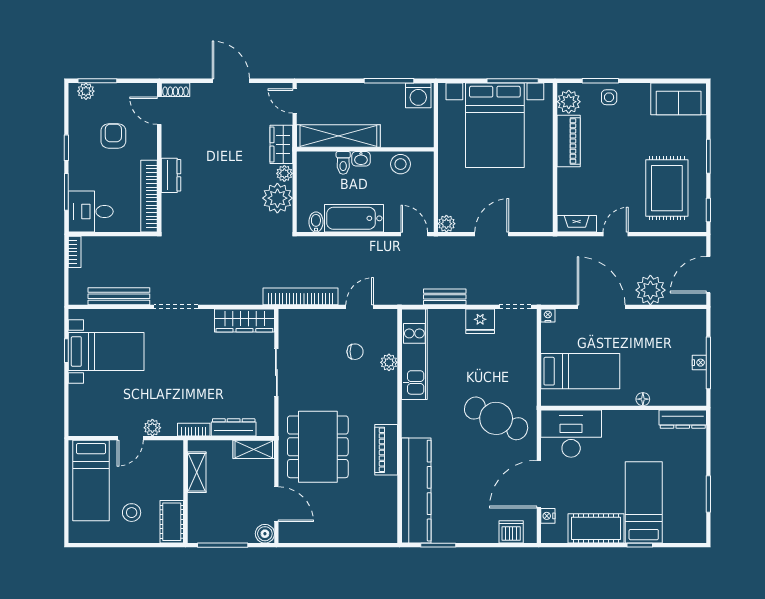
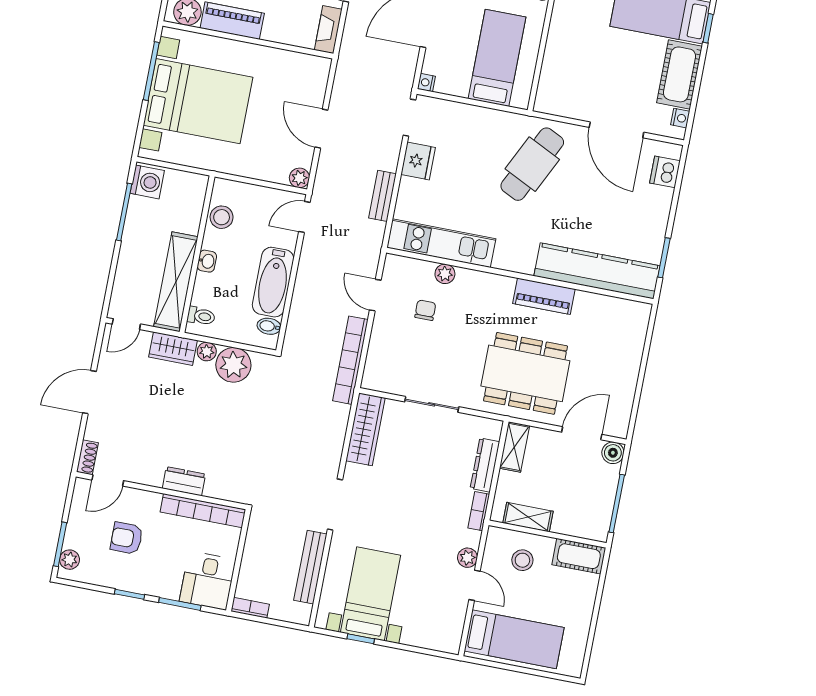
toilet: (343, 163) -> (201, 316), moved
desk: (571, 434) -> (566, 82), removed
stool: (132, 513) -> (522, 560), moved
nightstand: (548, 516) -> (680, 118), moved, turned -90

